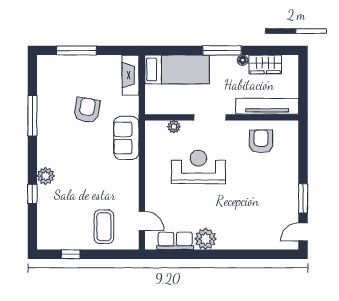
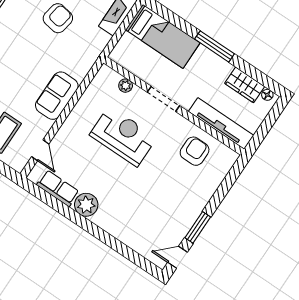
floor lamp: (243, 60) -> (267, 95), moved
sofa: (126, 138) -> (57, 96), moved

